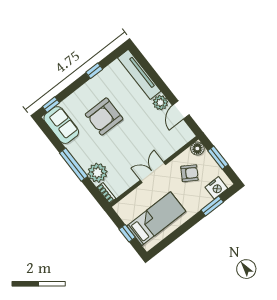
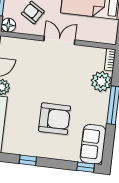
double door: (153, 172) -> (59, 40), swing flipped

